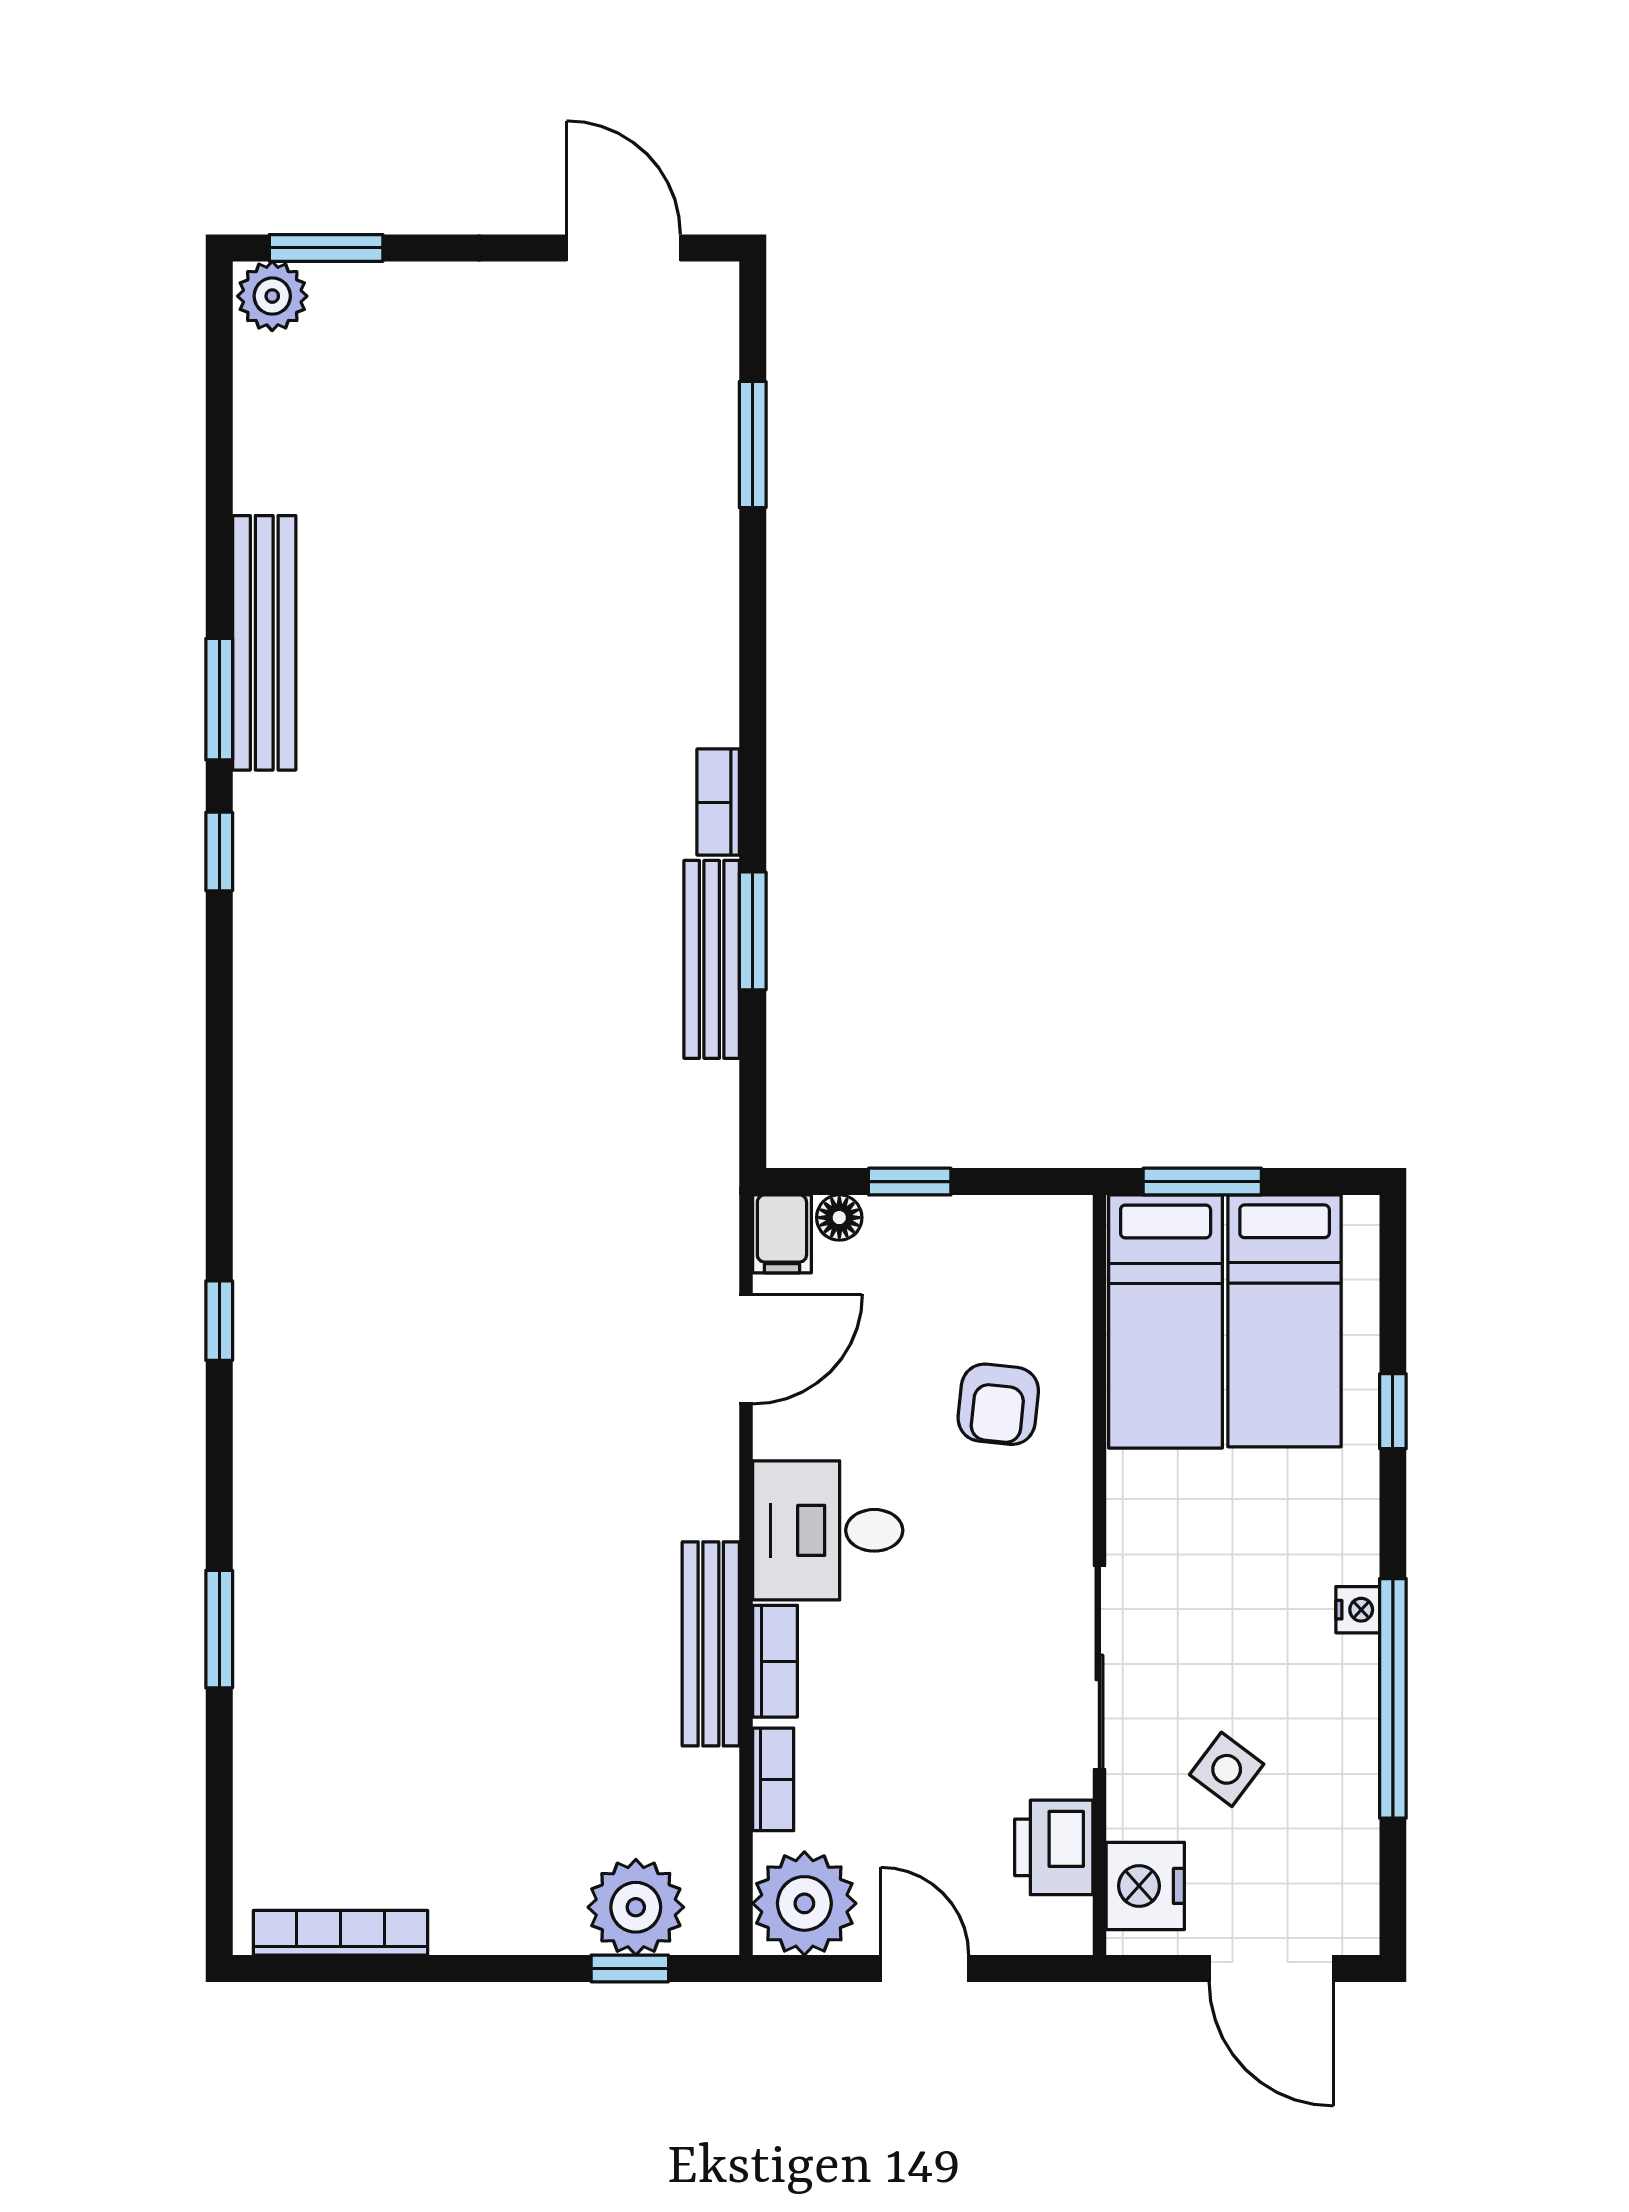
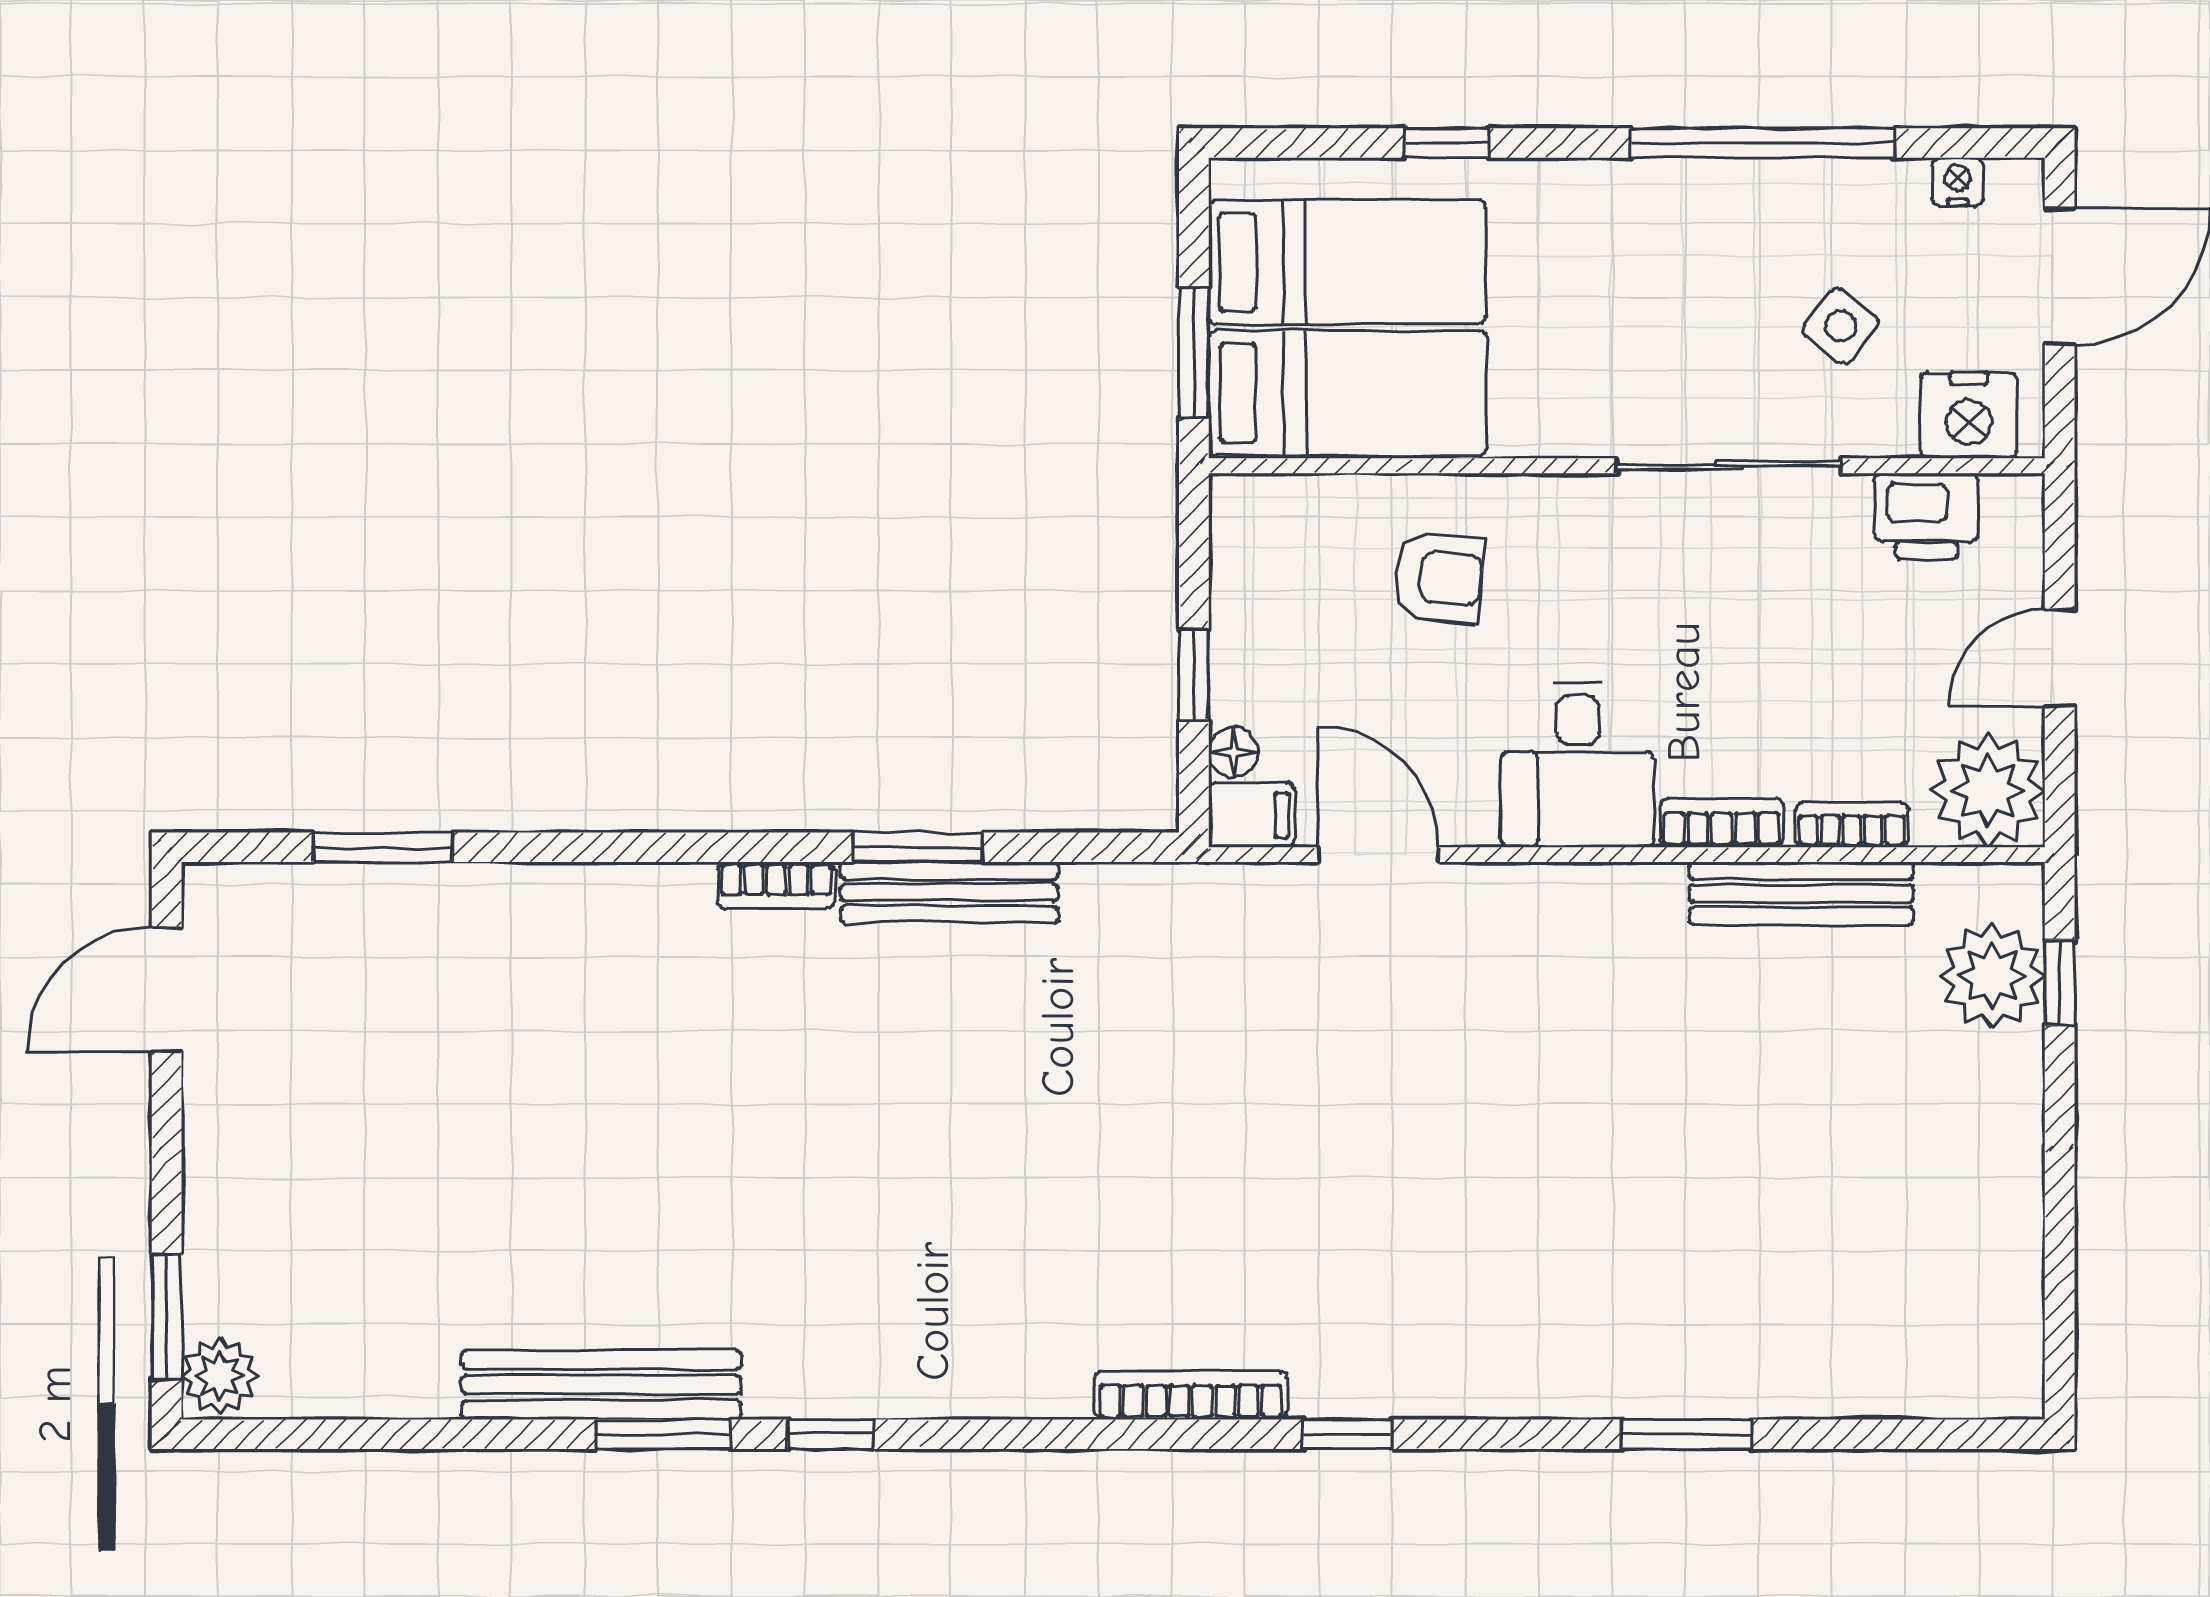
nightstand: (1358, 1610) -> (1958, 182), moved
bench: (711, 1644) -> (1801, 893), moved
bookcase: (340, 1933) -> (1191, 1395), moved, turned 90

